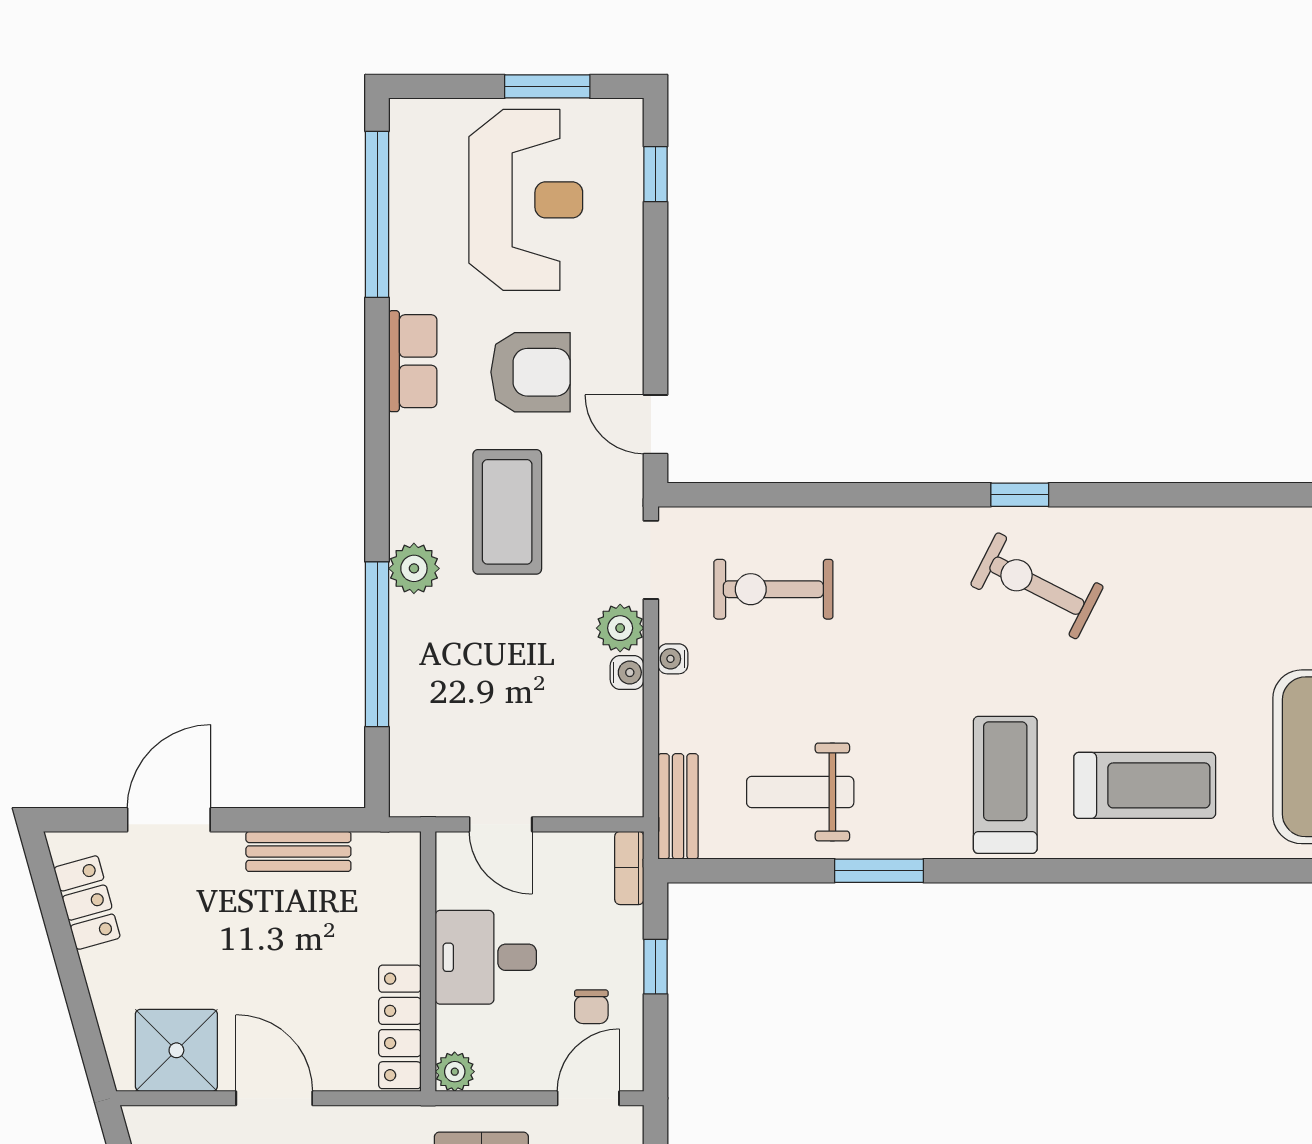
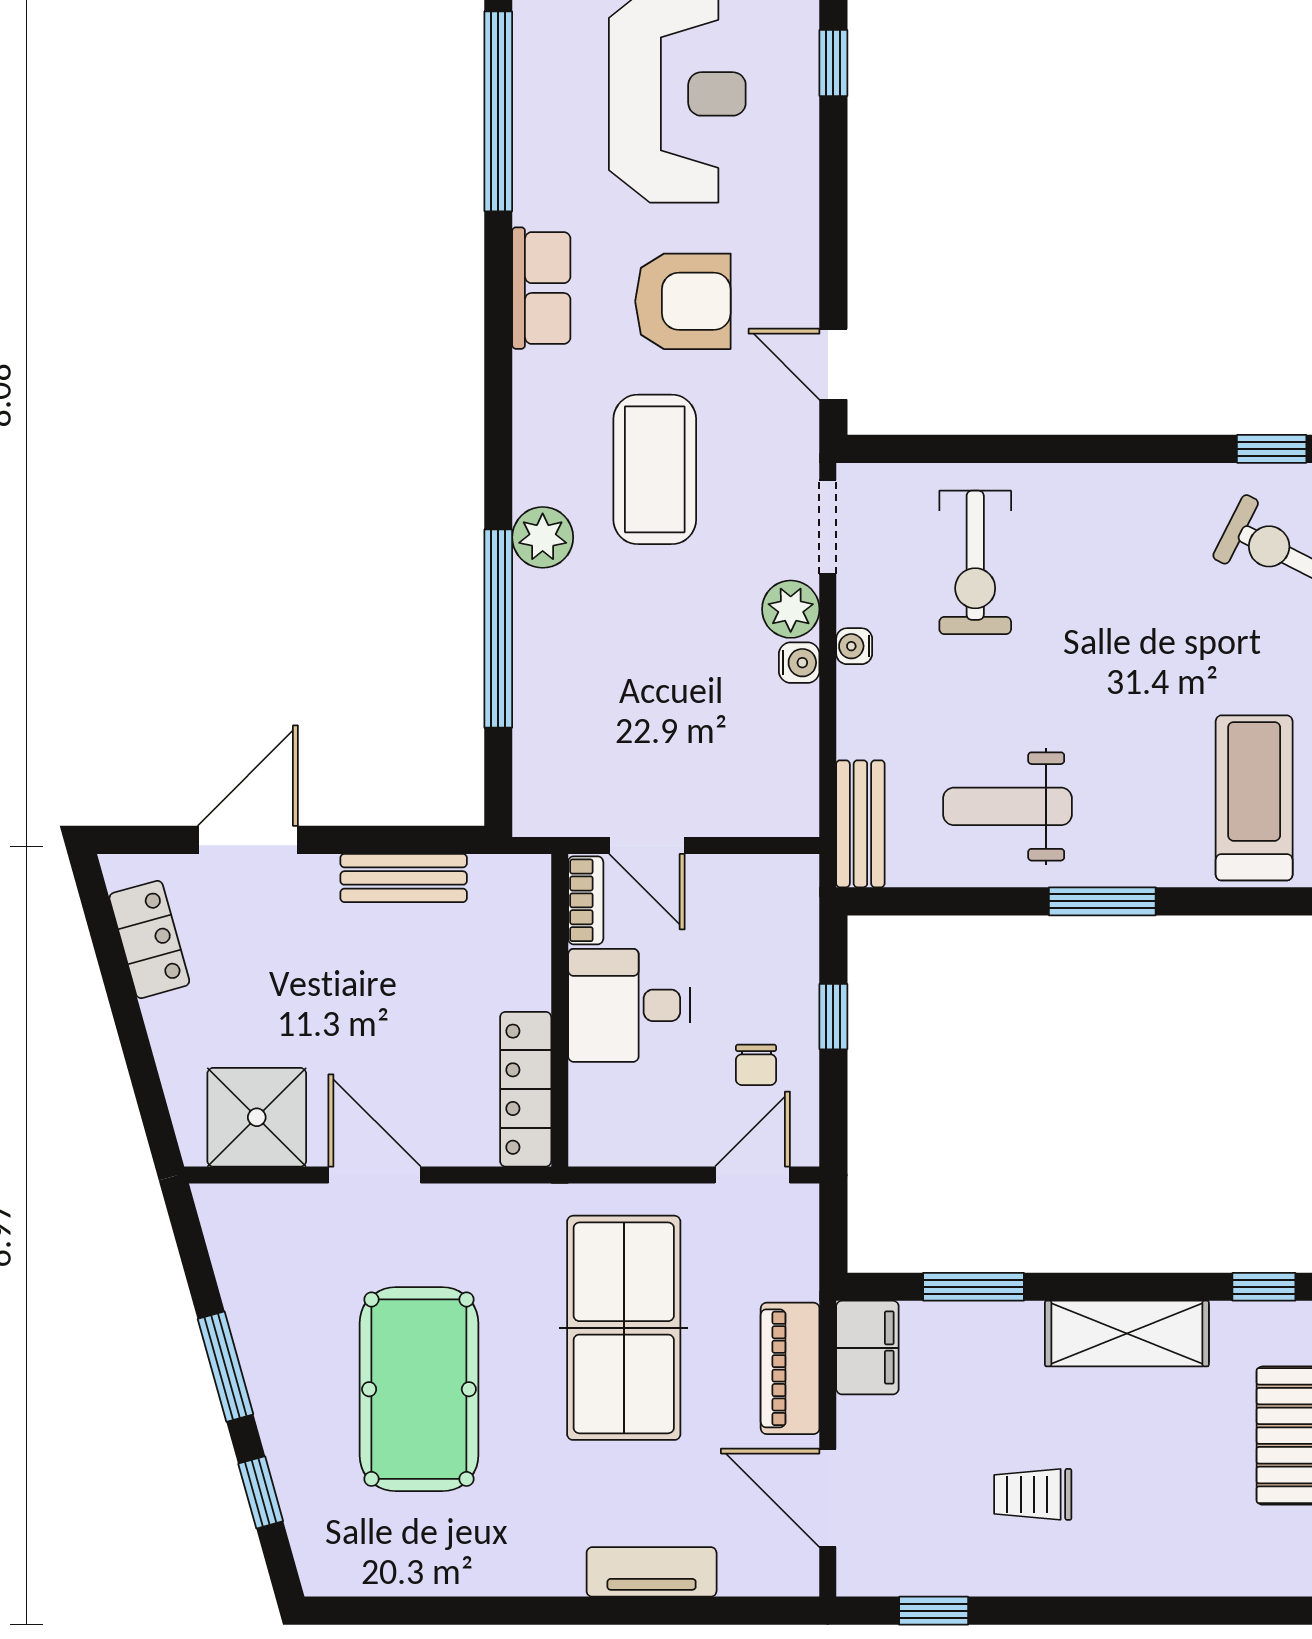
exercise bike: (773, 589) -> (975, 562), turned -90
bookcase: (629, 868) -> (586, 900), moved, turned 180
plant: (455, 1072) -> (592, 1143), removed

